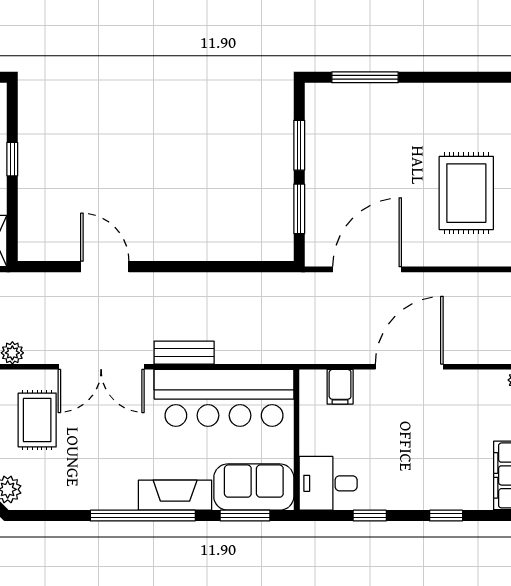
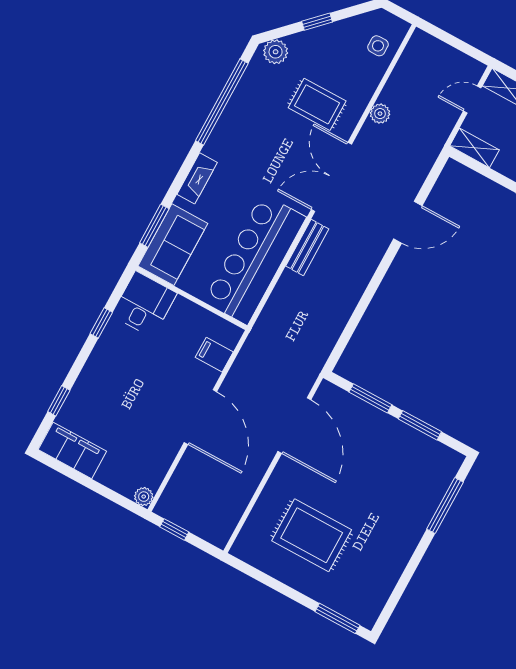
fireplace: (175, 495) -> (197, 178), width x0.73, depth x0.76
window: (143, 516) -> (222, 102), moved
window: (446, 516) -> (59, 401), moved

